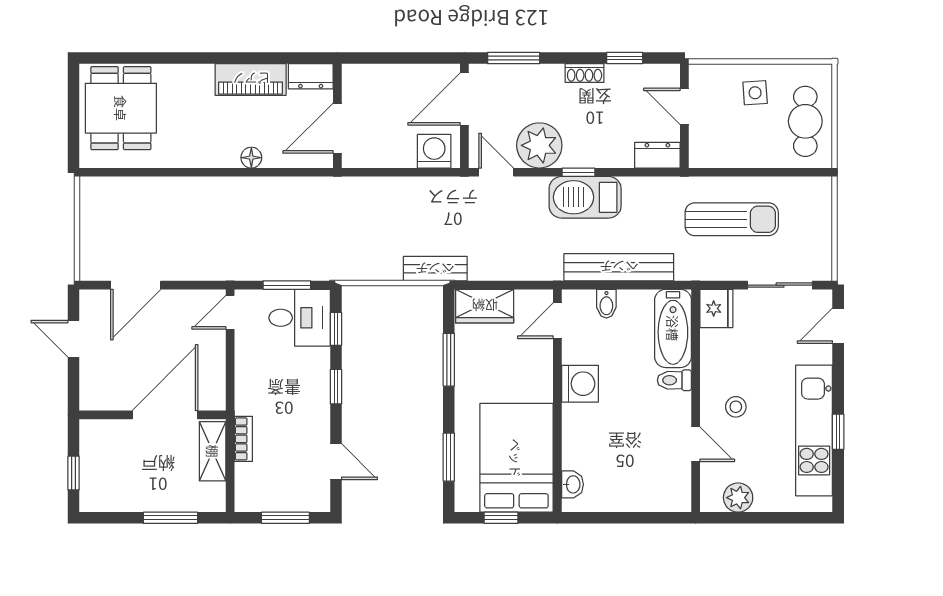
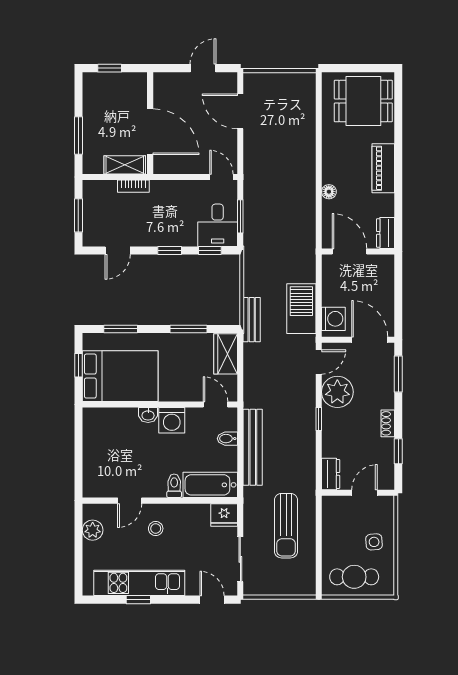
piano: (251, 79) -> (383, 168), moved
barbecue: (585, 197) -> (301, 309), moved
washbasin: (573, 484) -> (148, 415), moved

